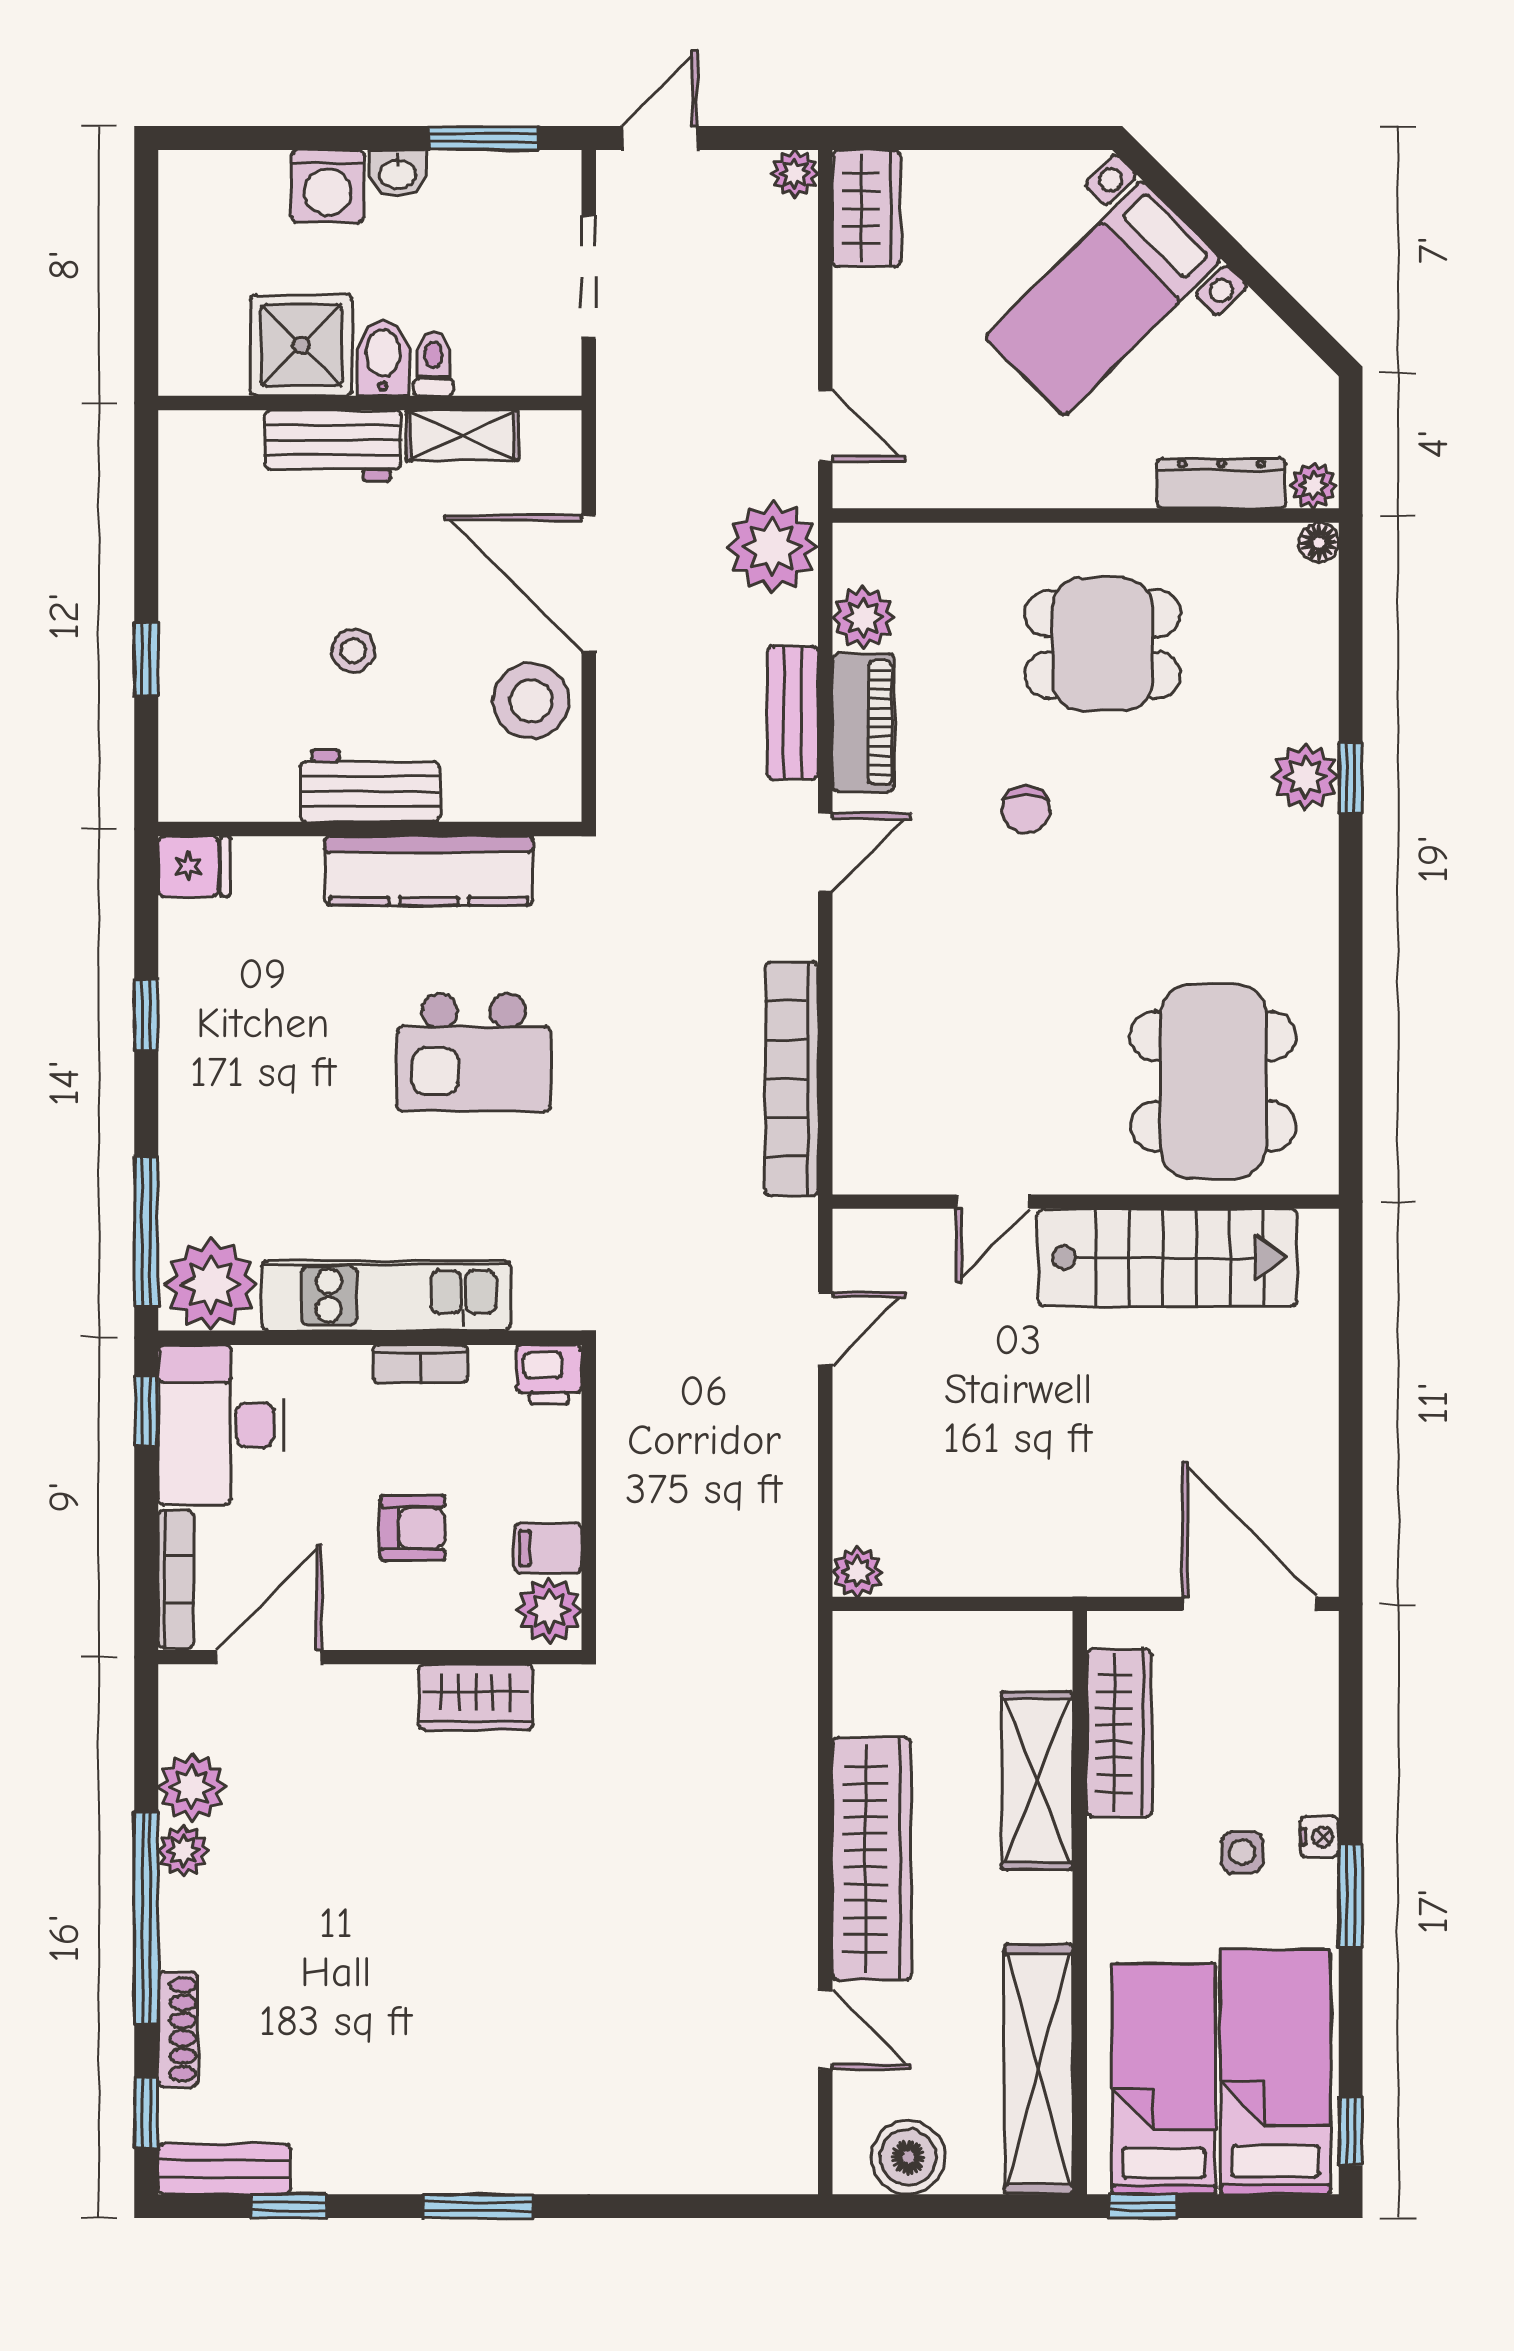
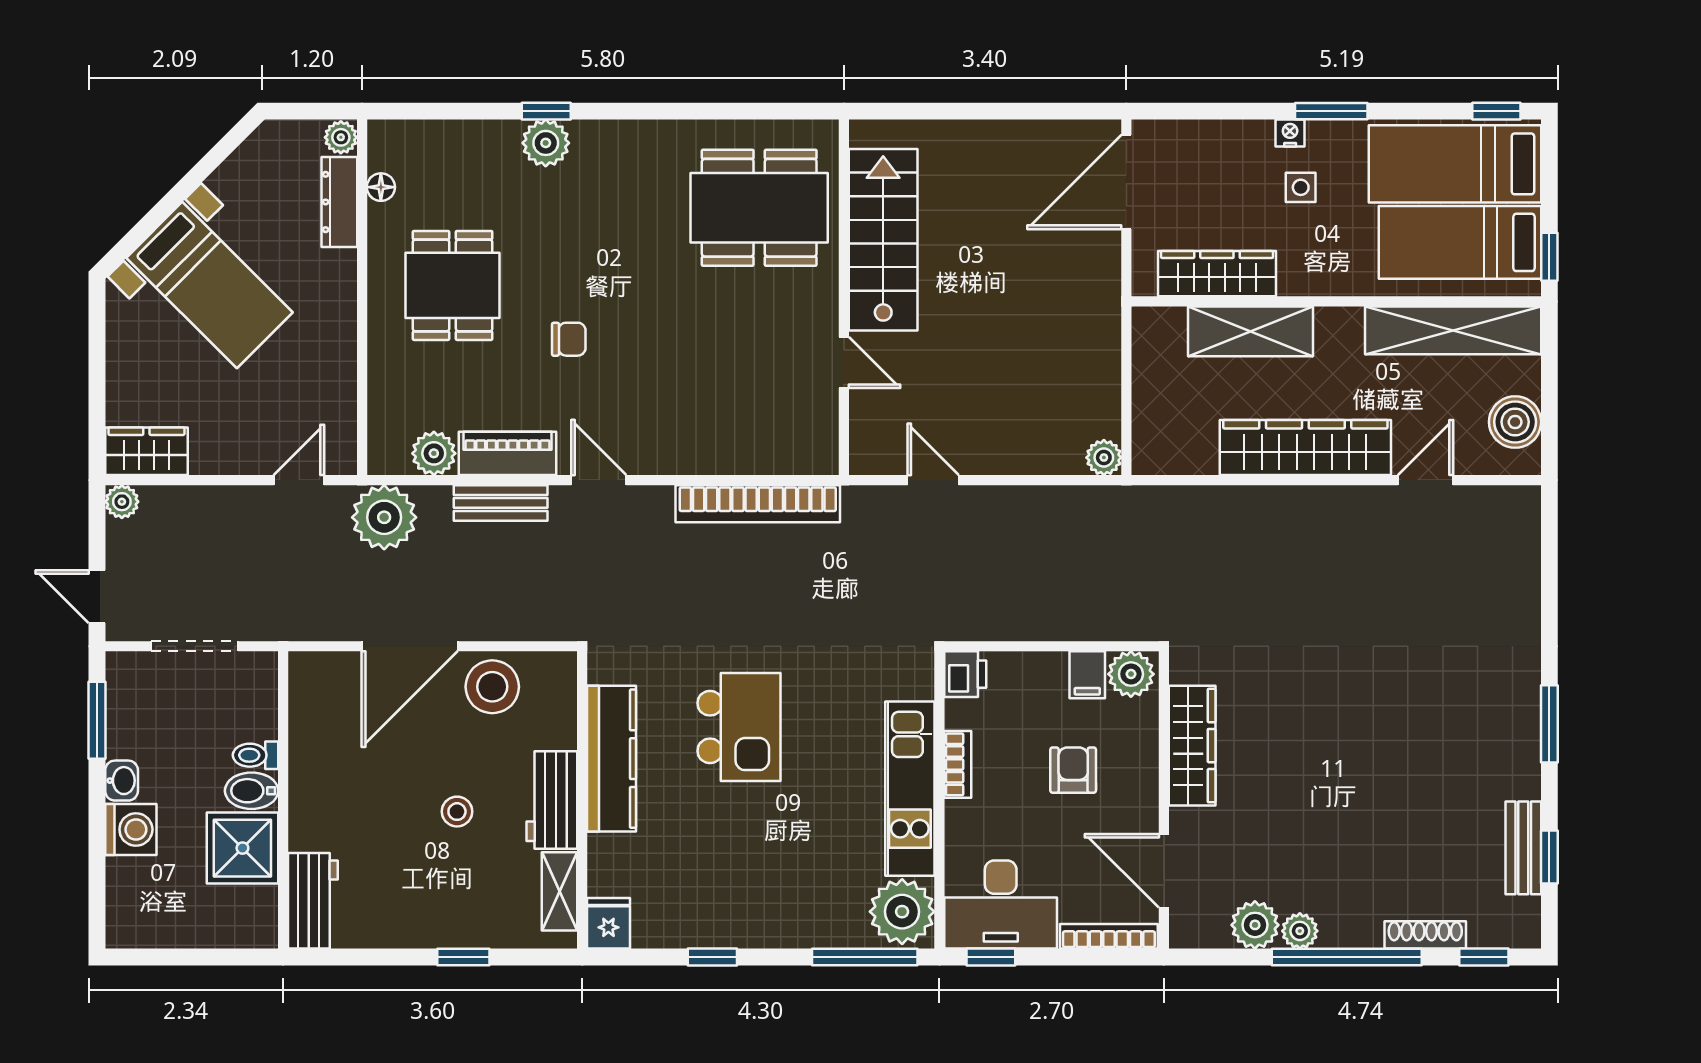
shelving: (462, 435) -> (560, 891), moved
workbench: (333, 445) -> (313, 901), moved
floor lamp: (1319, 542) -> (381, 187), moved
wardrobe: (476, 1697) -> (1192, 746), width x1.50
bench: (224, 2169) -> (1523, 848), moved

